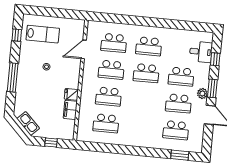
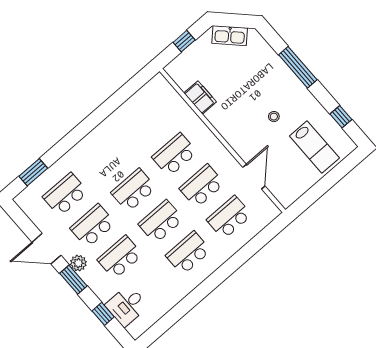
lab bench: (43, 34) -> (314, 147), turned -90
fridge: (71, 94) -> (216, 115), removed
school desk: (106, 123) -> (134, 190), moved

